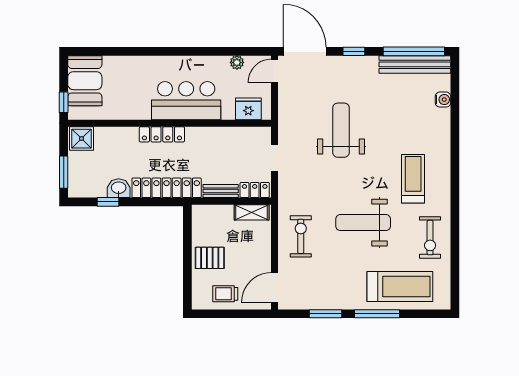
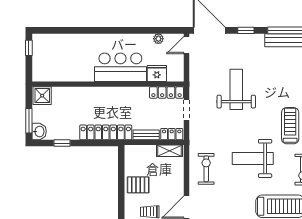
booth: (85, 81) -> (45, 52), removed
window: (64, 102) -> (29, 48), moved
fridge: (248, 109) -> (157, 73), moved
locker: (162, 134) -> (166, 92), moved
washbasin: (119, 188) -> (39, 131), moved, turned 90

